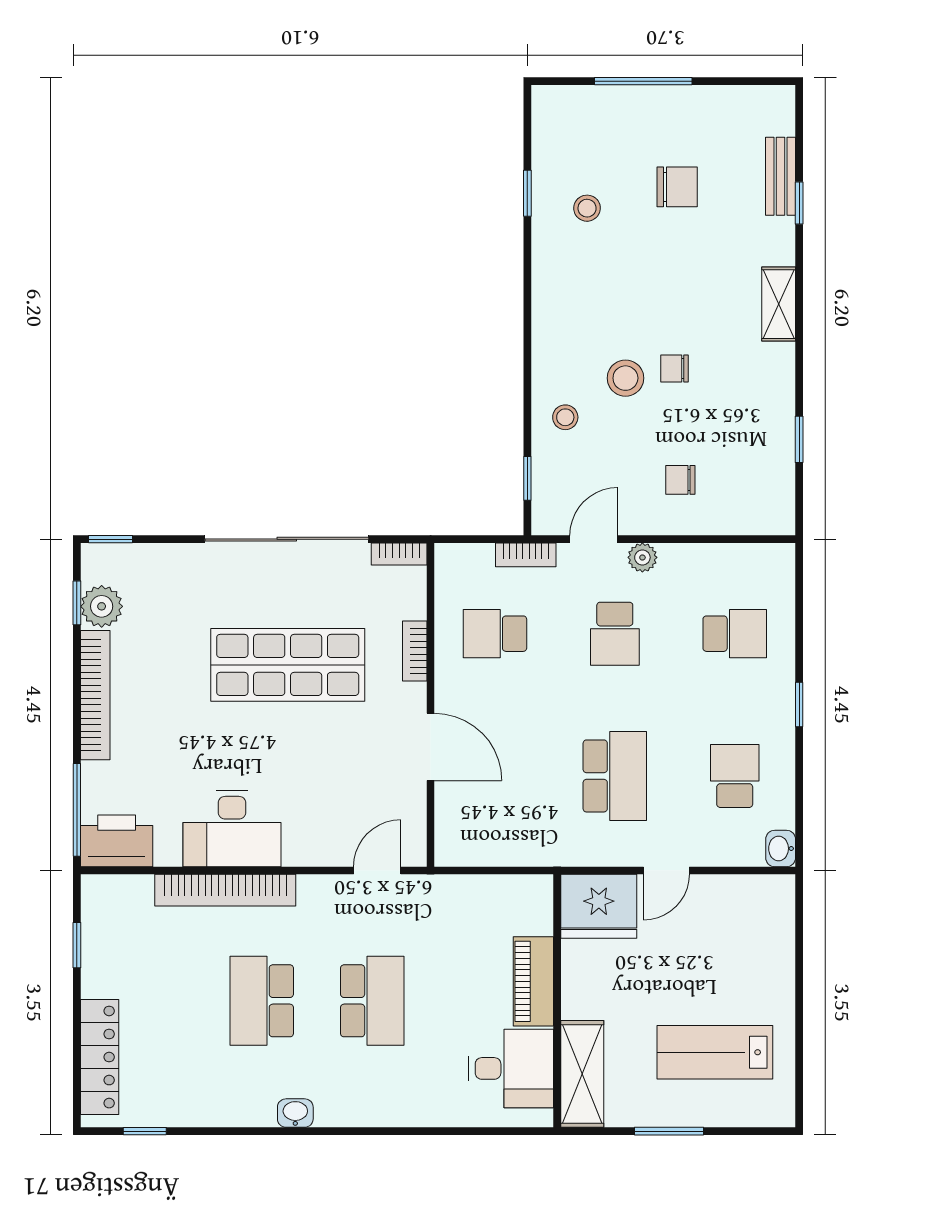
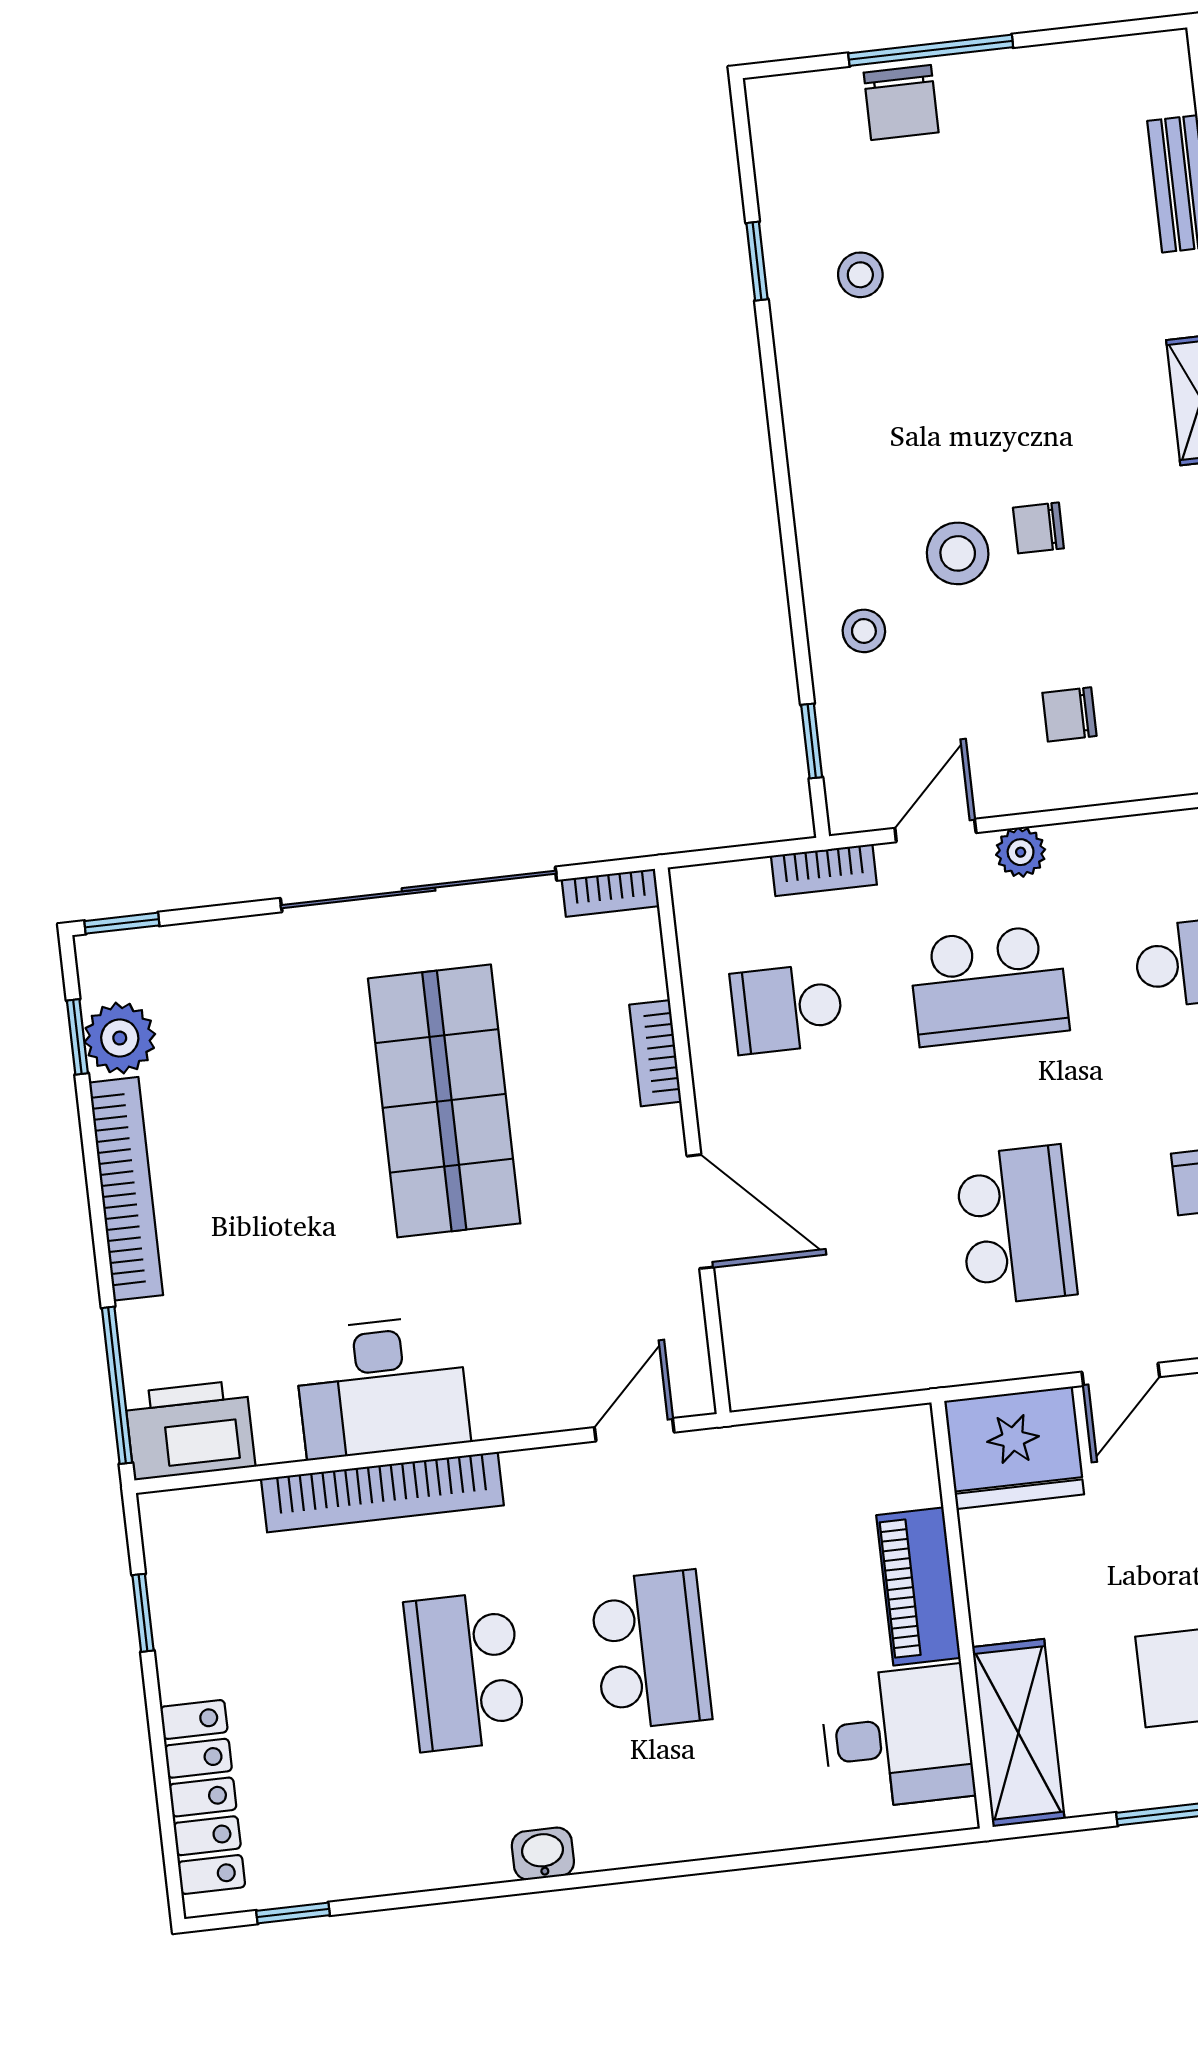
chair: (677, 187) -> (901, 102), moved, turned 90
school desk: (615, 634) -> (989, 986), width x1.85
shop shelf: (288, 665) -> (444, 1101), turned 90

